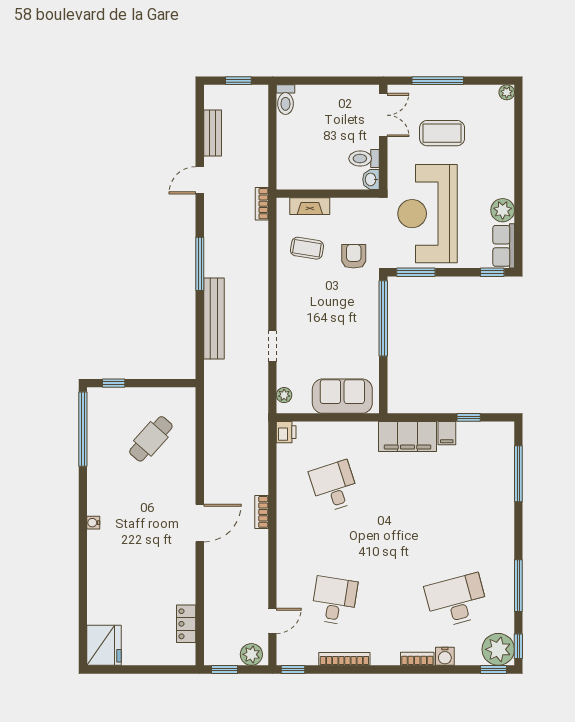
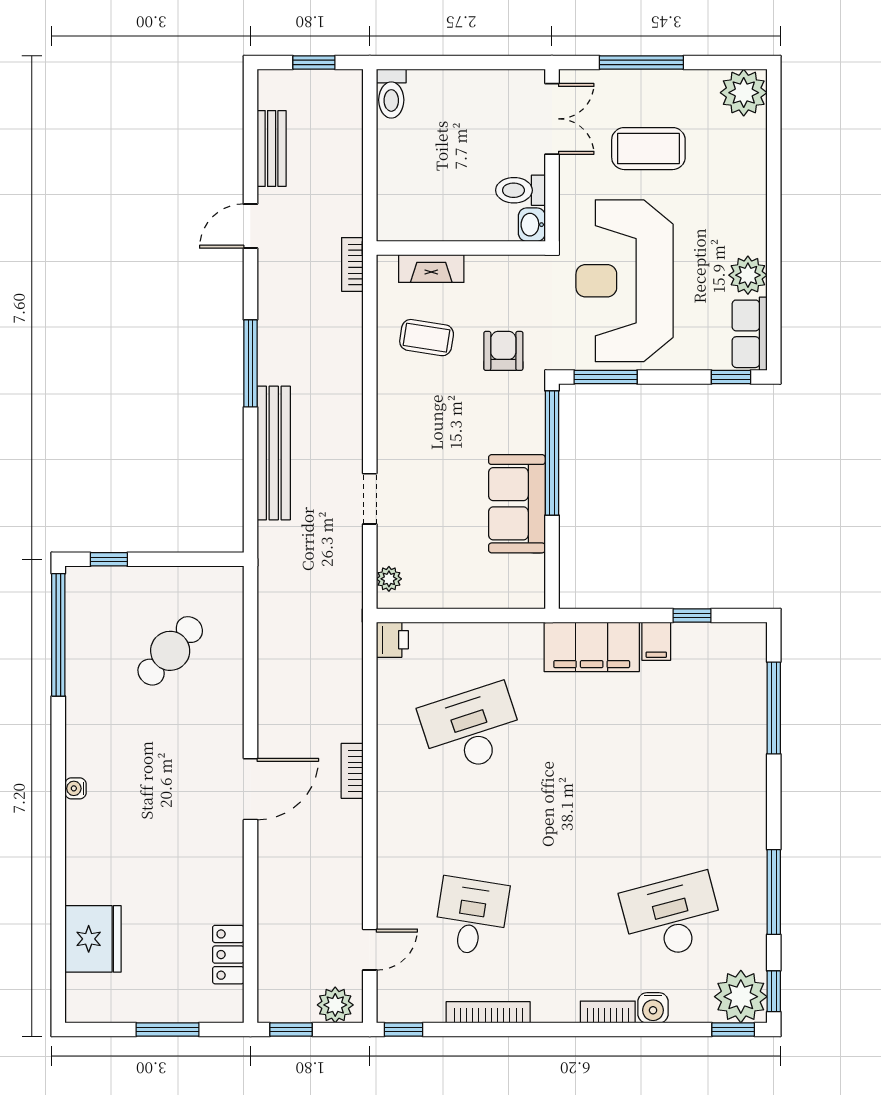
plant: (507, 92) -> (744, 93), width x1.88, depth x1.88
sofa: (342, 396) -> (517, 504), moved, turned -90
desk: (334, 486) -> (471, 729), width x1.37
fridge: (104, 645) -> (93, 939), moved
window: (149, 669) -> (168, 1030), added

